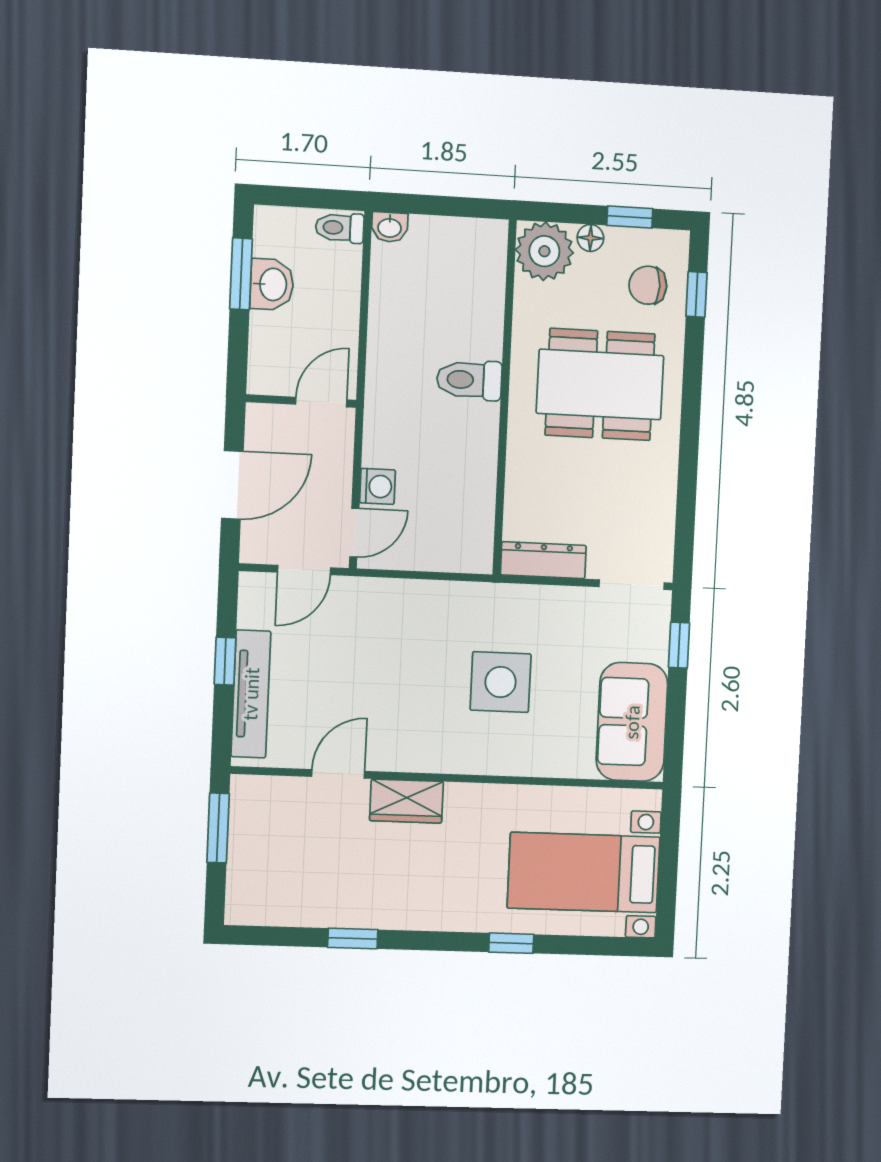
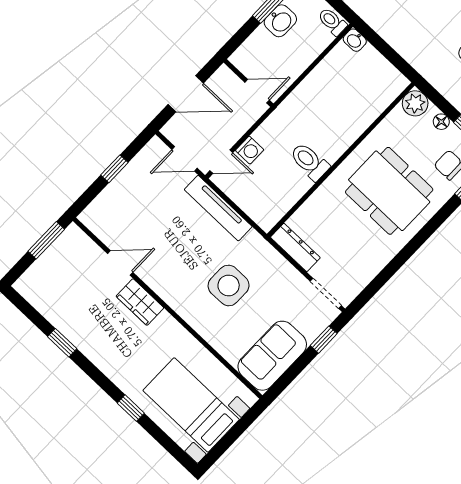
plant: (544, 251) -> (415, 103), width x0.73, depth x0.73
toilet: (469, 380) -> (310, 162), moved
tv unit: (251, 694) -> (218, 208), moved, turned 90

